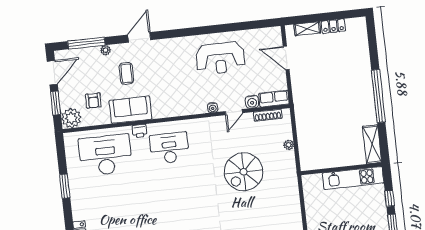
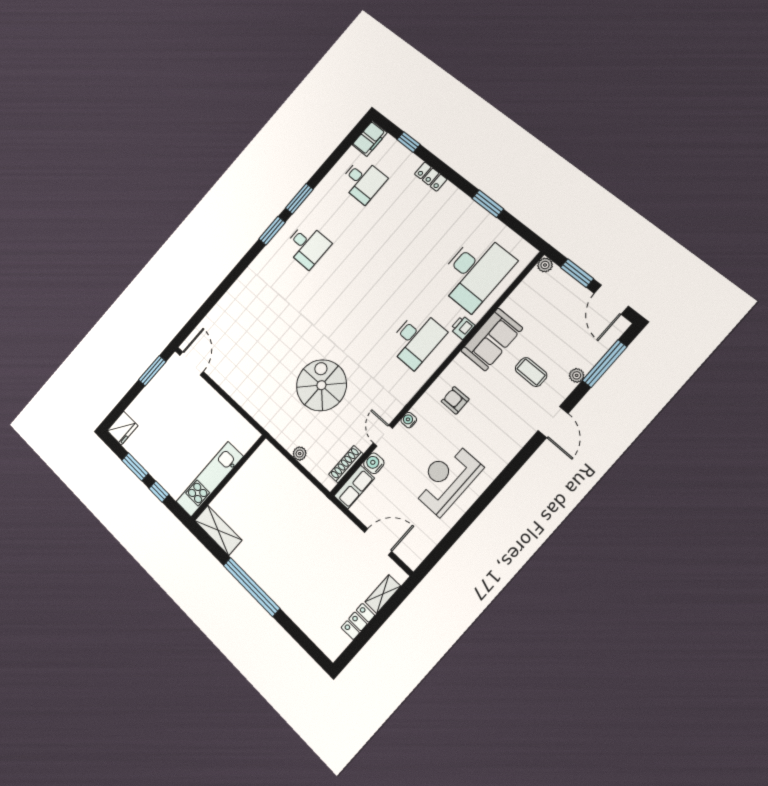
armchair: (93, 101) -> (455, 400), moved
plant: (71, 118) -> (545, 265), width x0.53, depth x0.53

